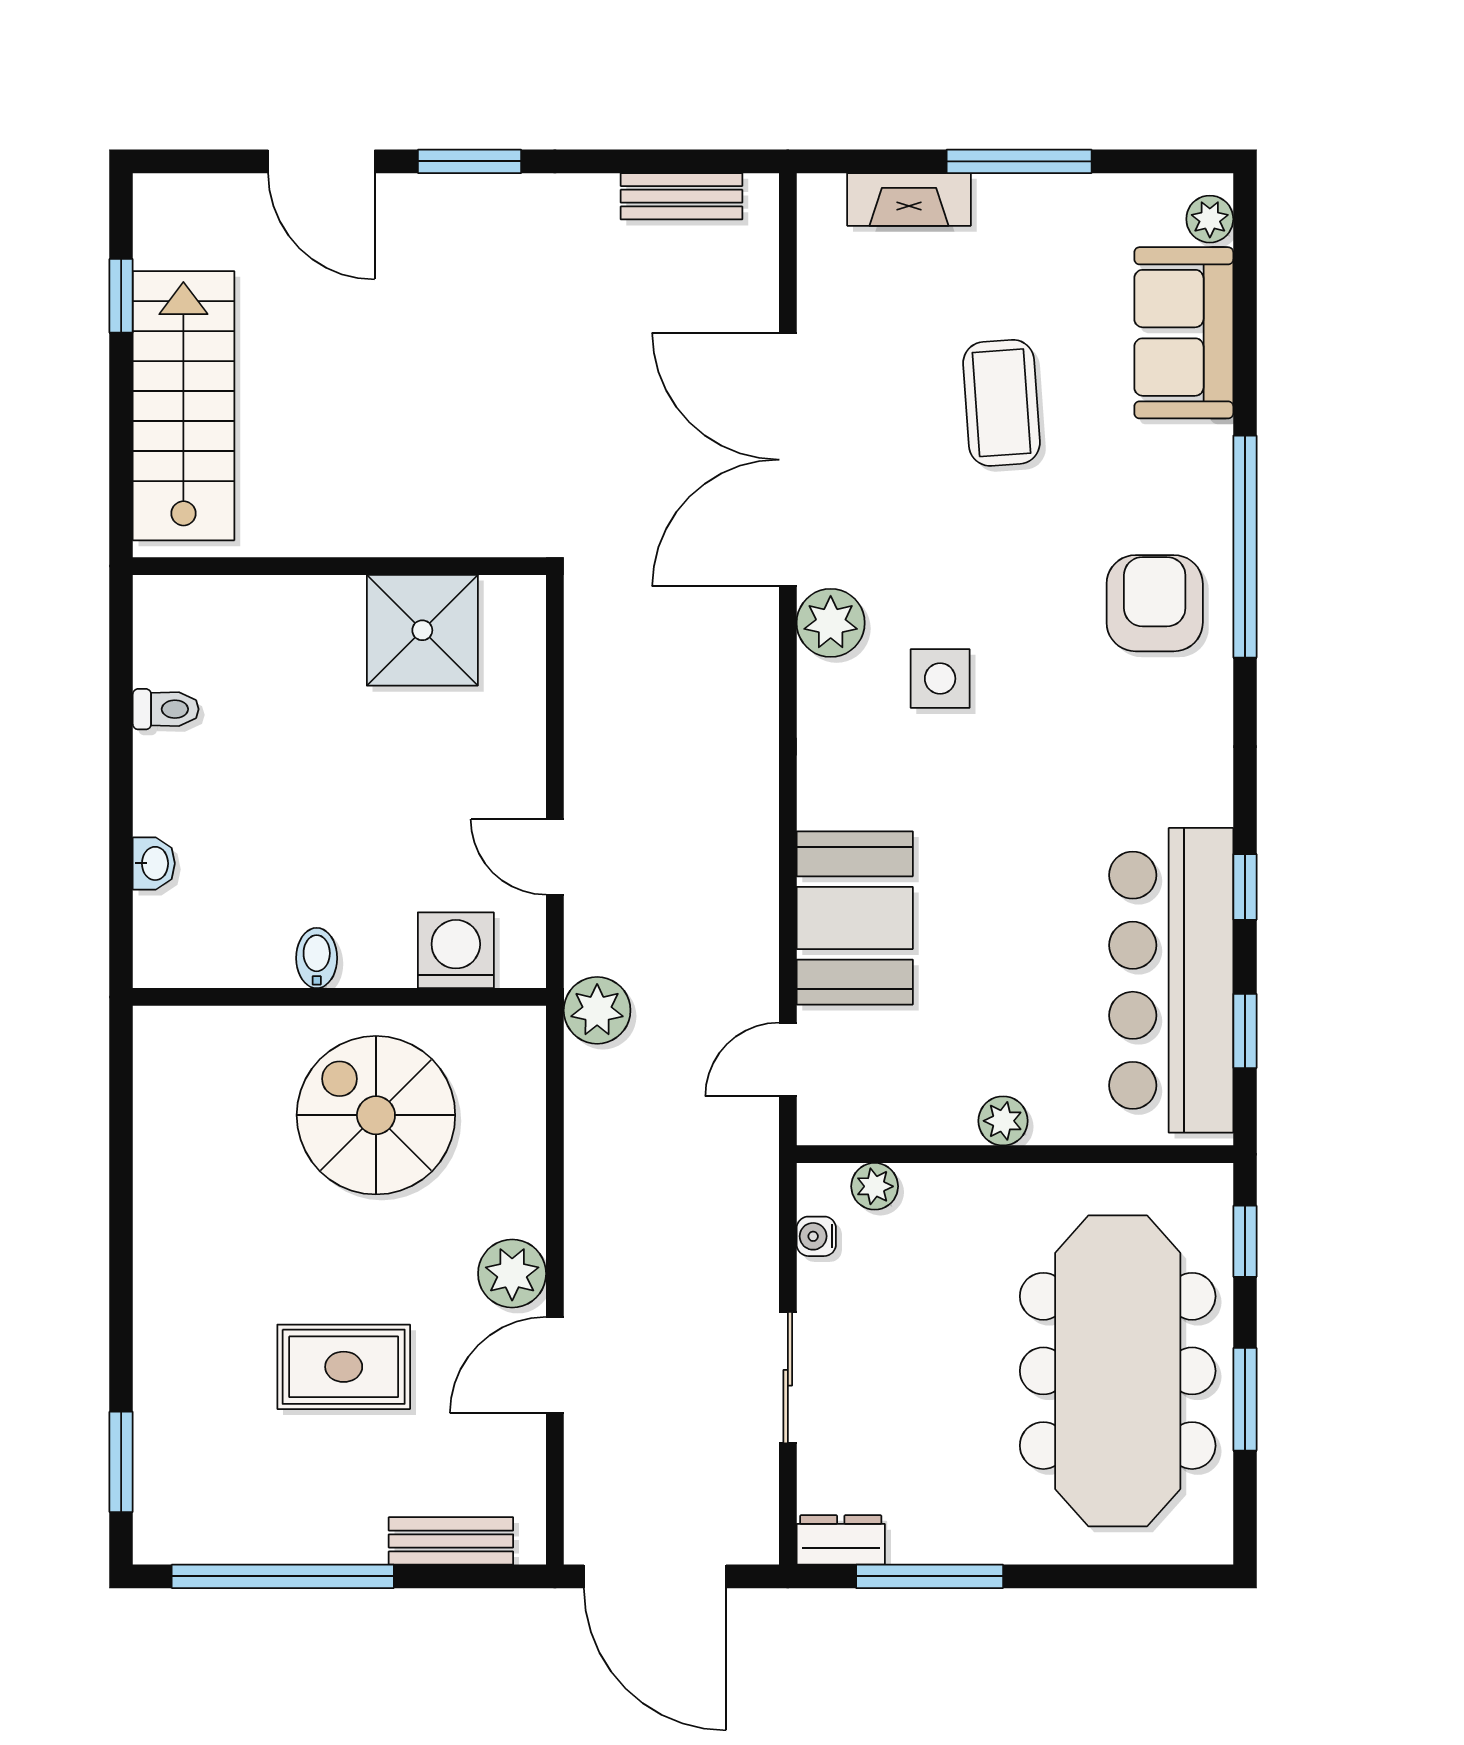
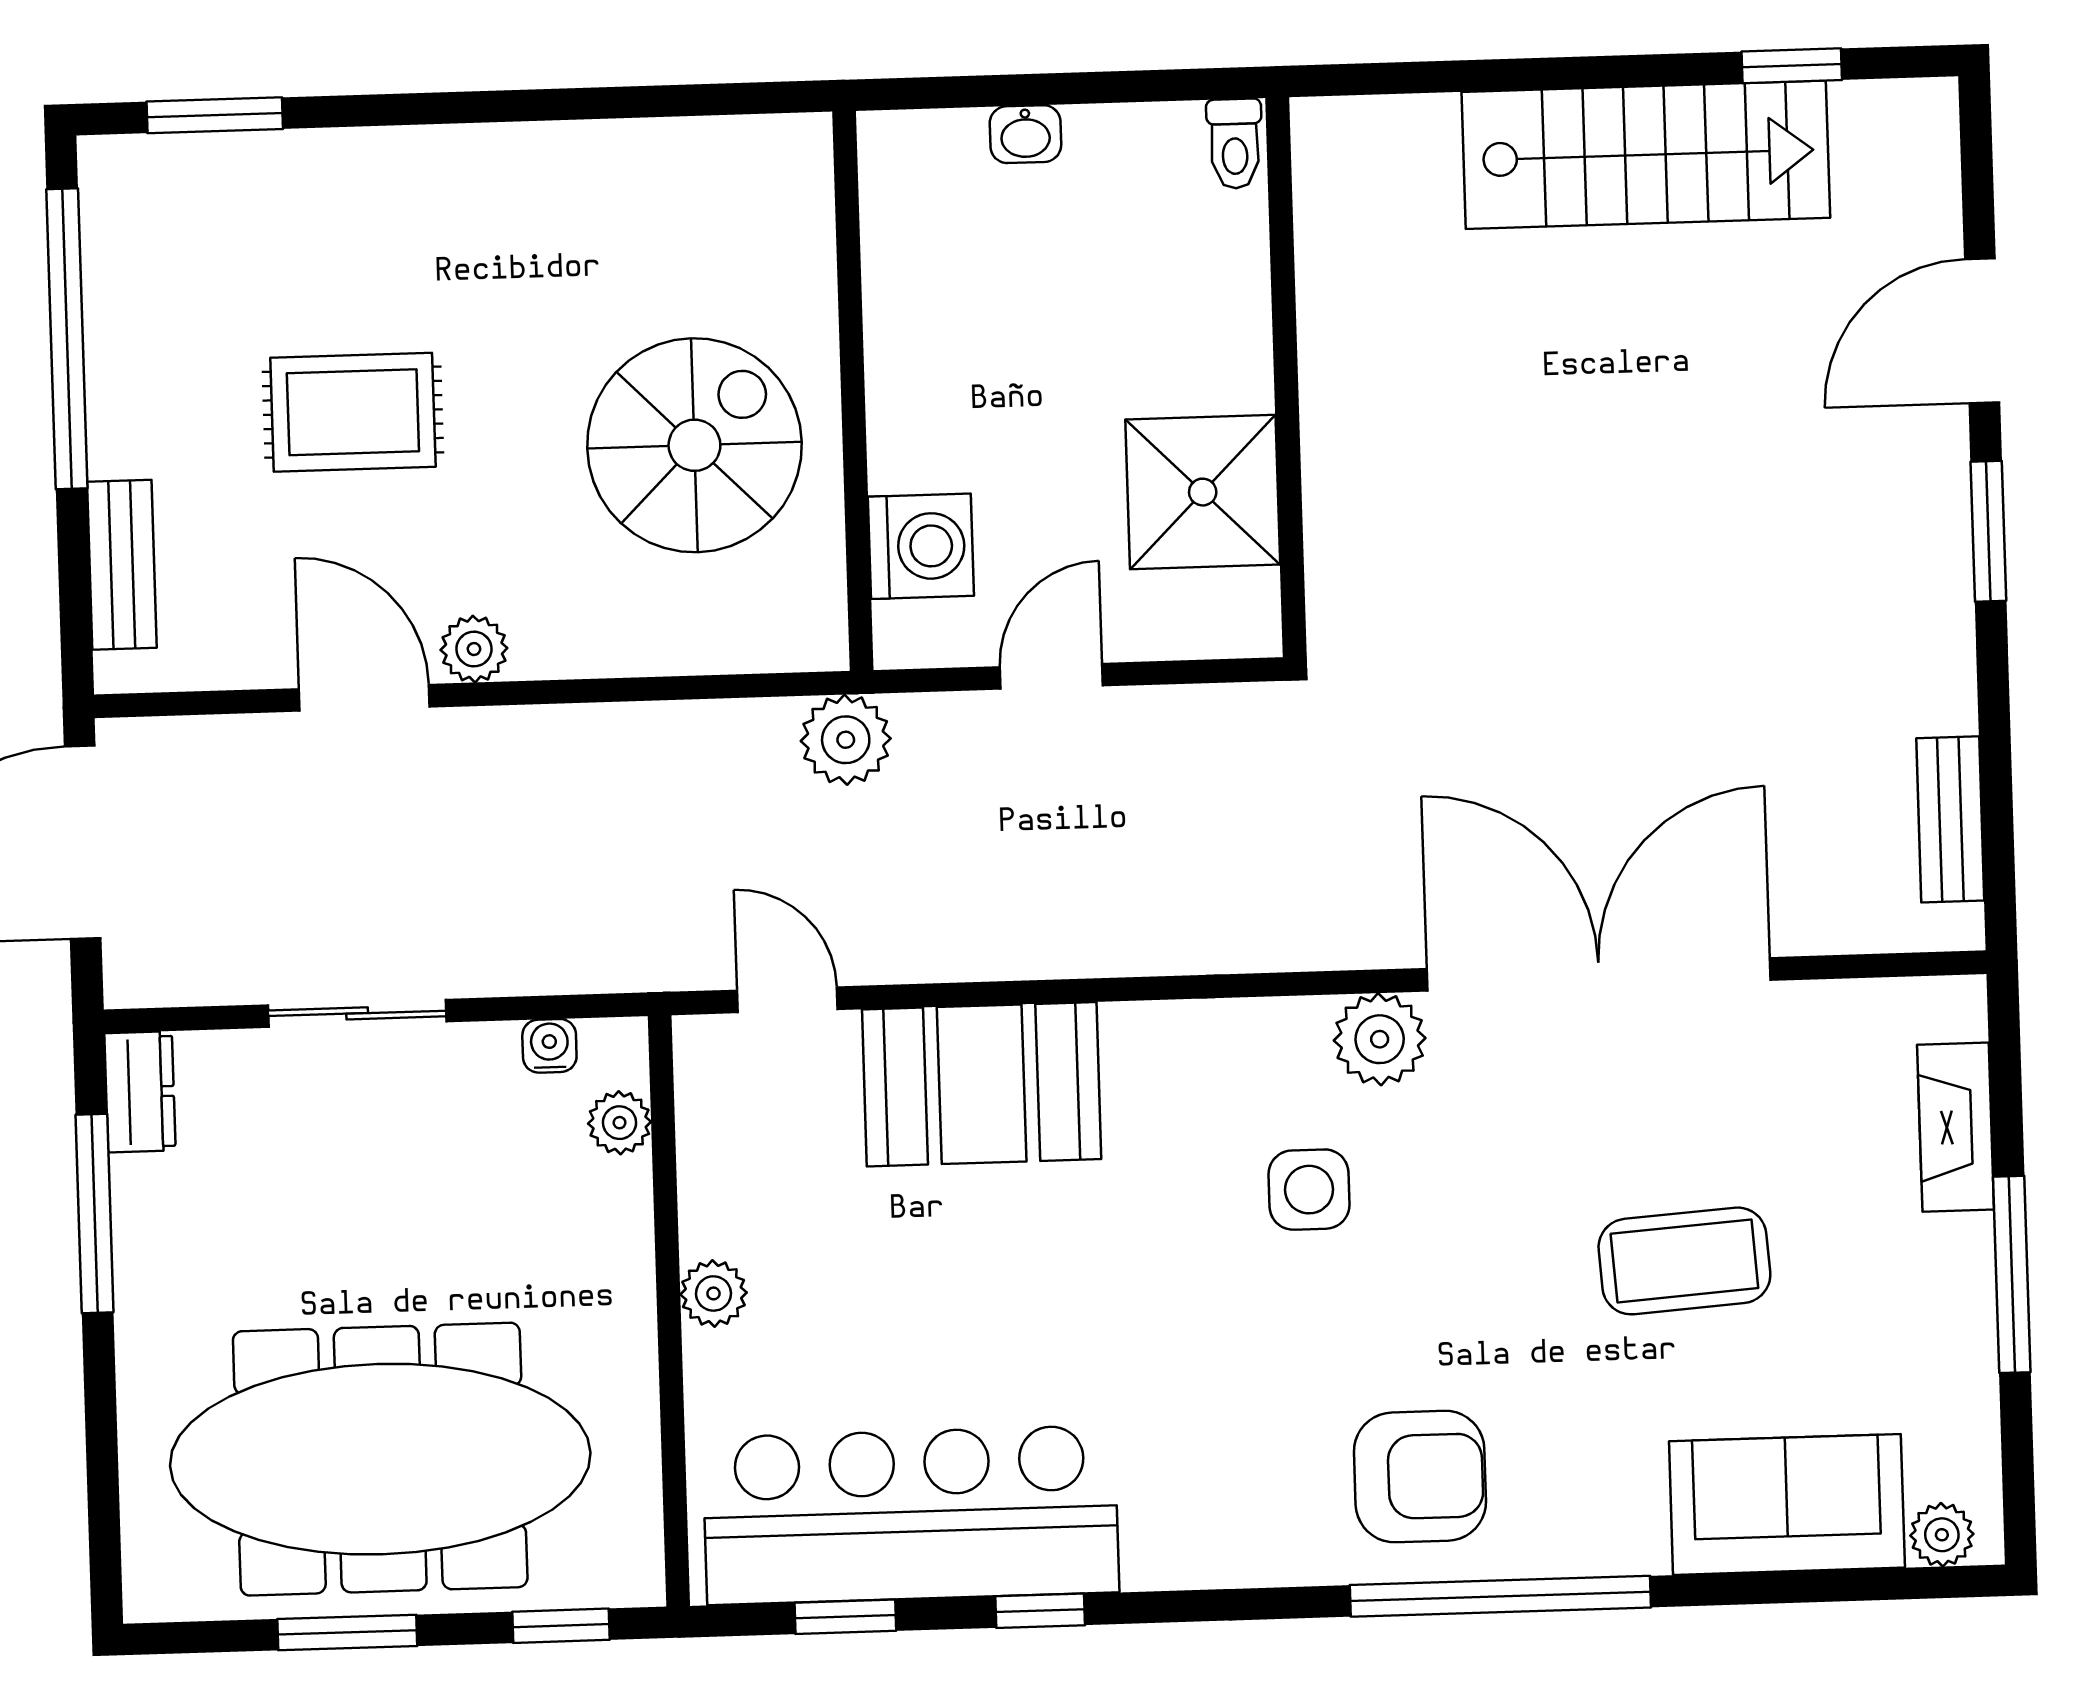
wall: (339, 566) -> (1286, 377), moved
shower: (422, 630) -> (1203, 492), moved
bidet: (317, 958) -> (905, 358), removed
plant: (512, 1274) -> (474, 649), width x0.73, depth x0.73
rug: (344, 1367) -> (353, 412), turned 90

